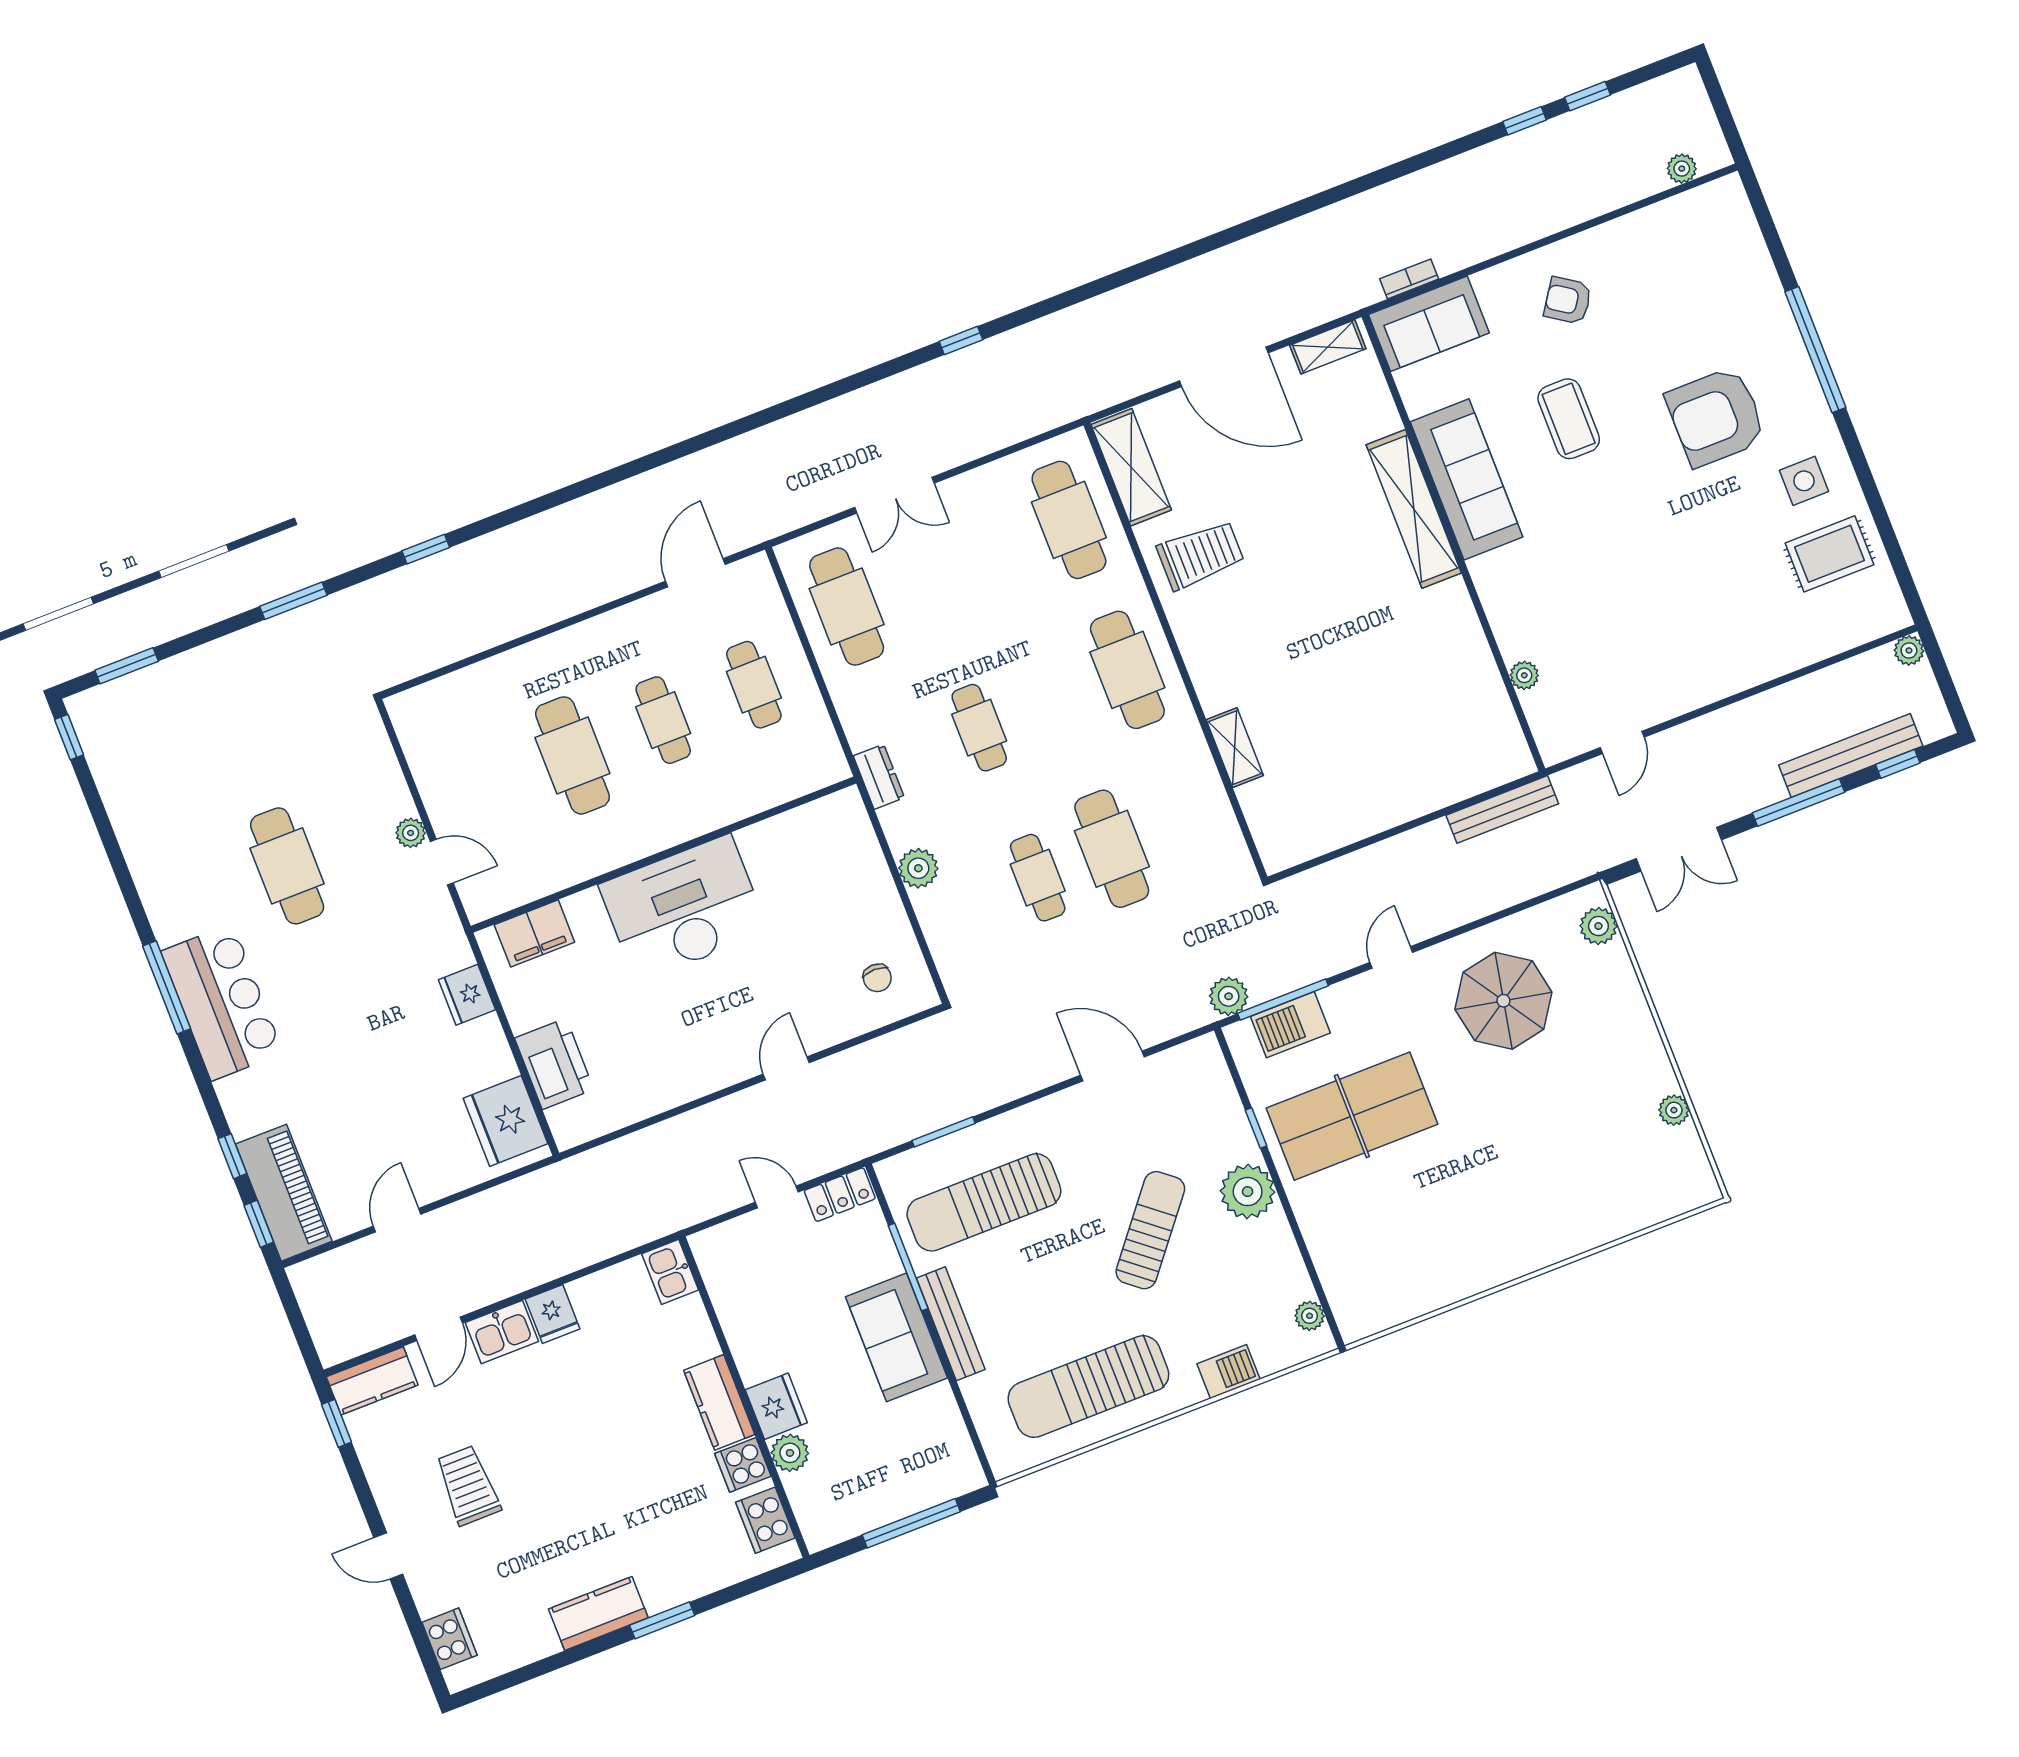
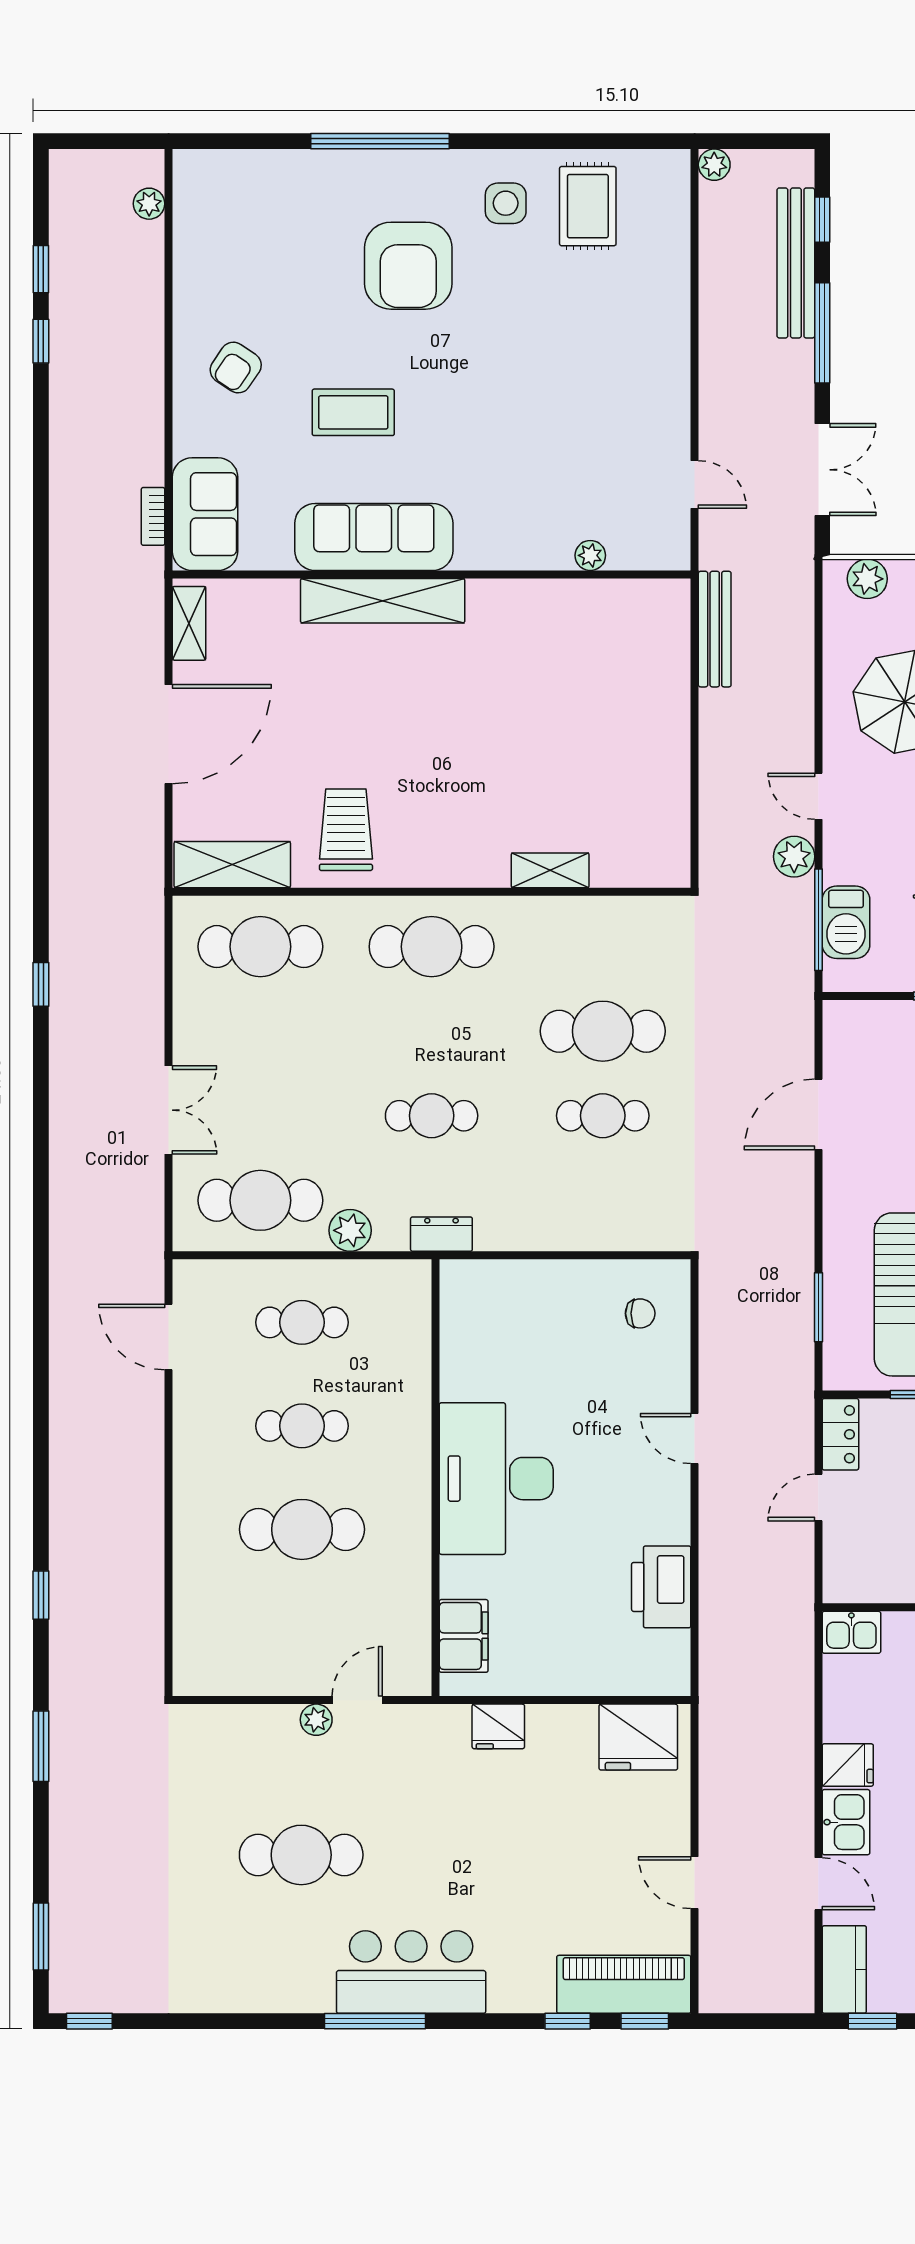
plant: (918, 868) -> (350, 1230), moved
plant: (1229, 996) -> (794, 857), moved
printer: (554, 1064) -> (661, 1587), moved, turned -90

